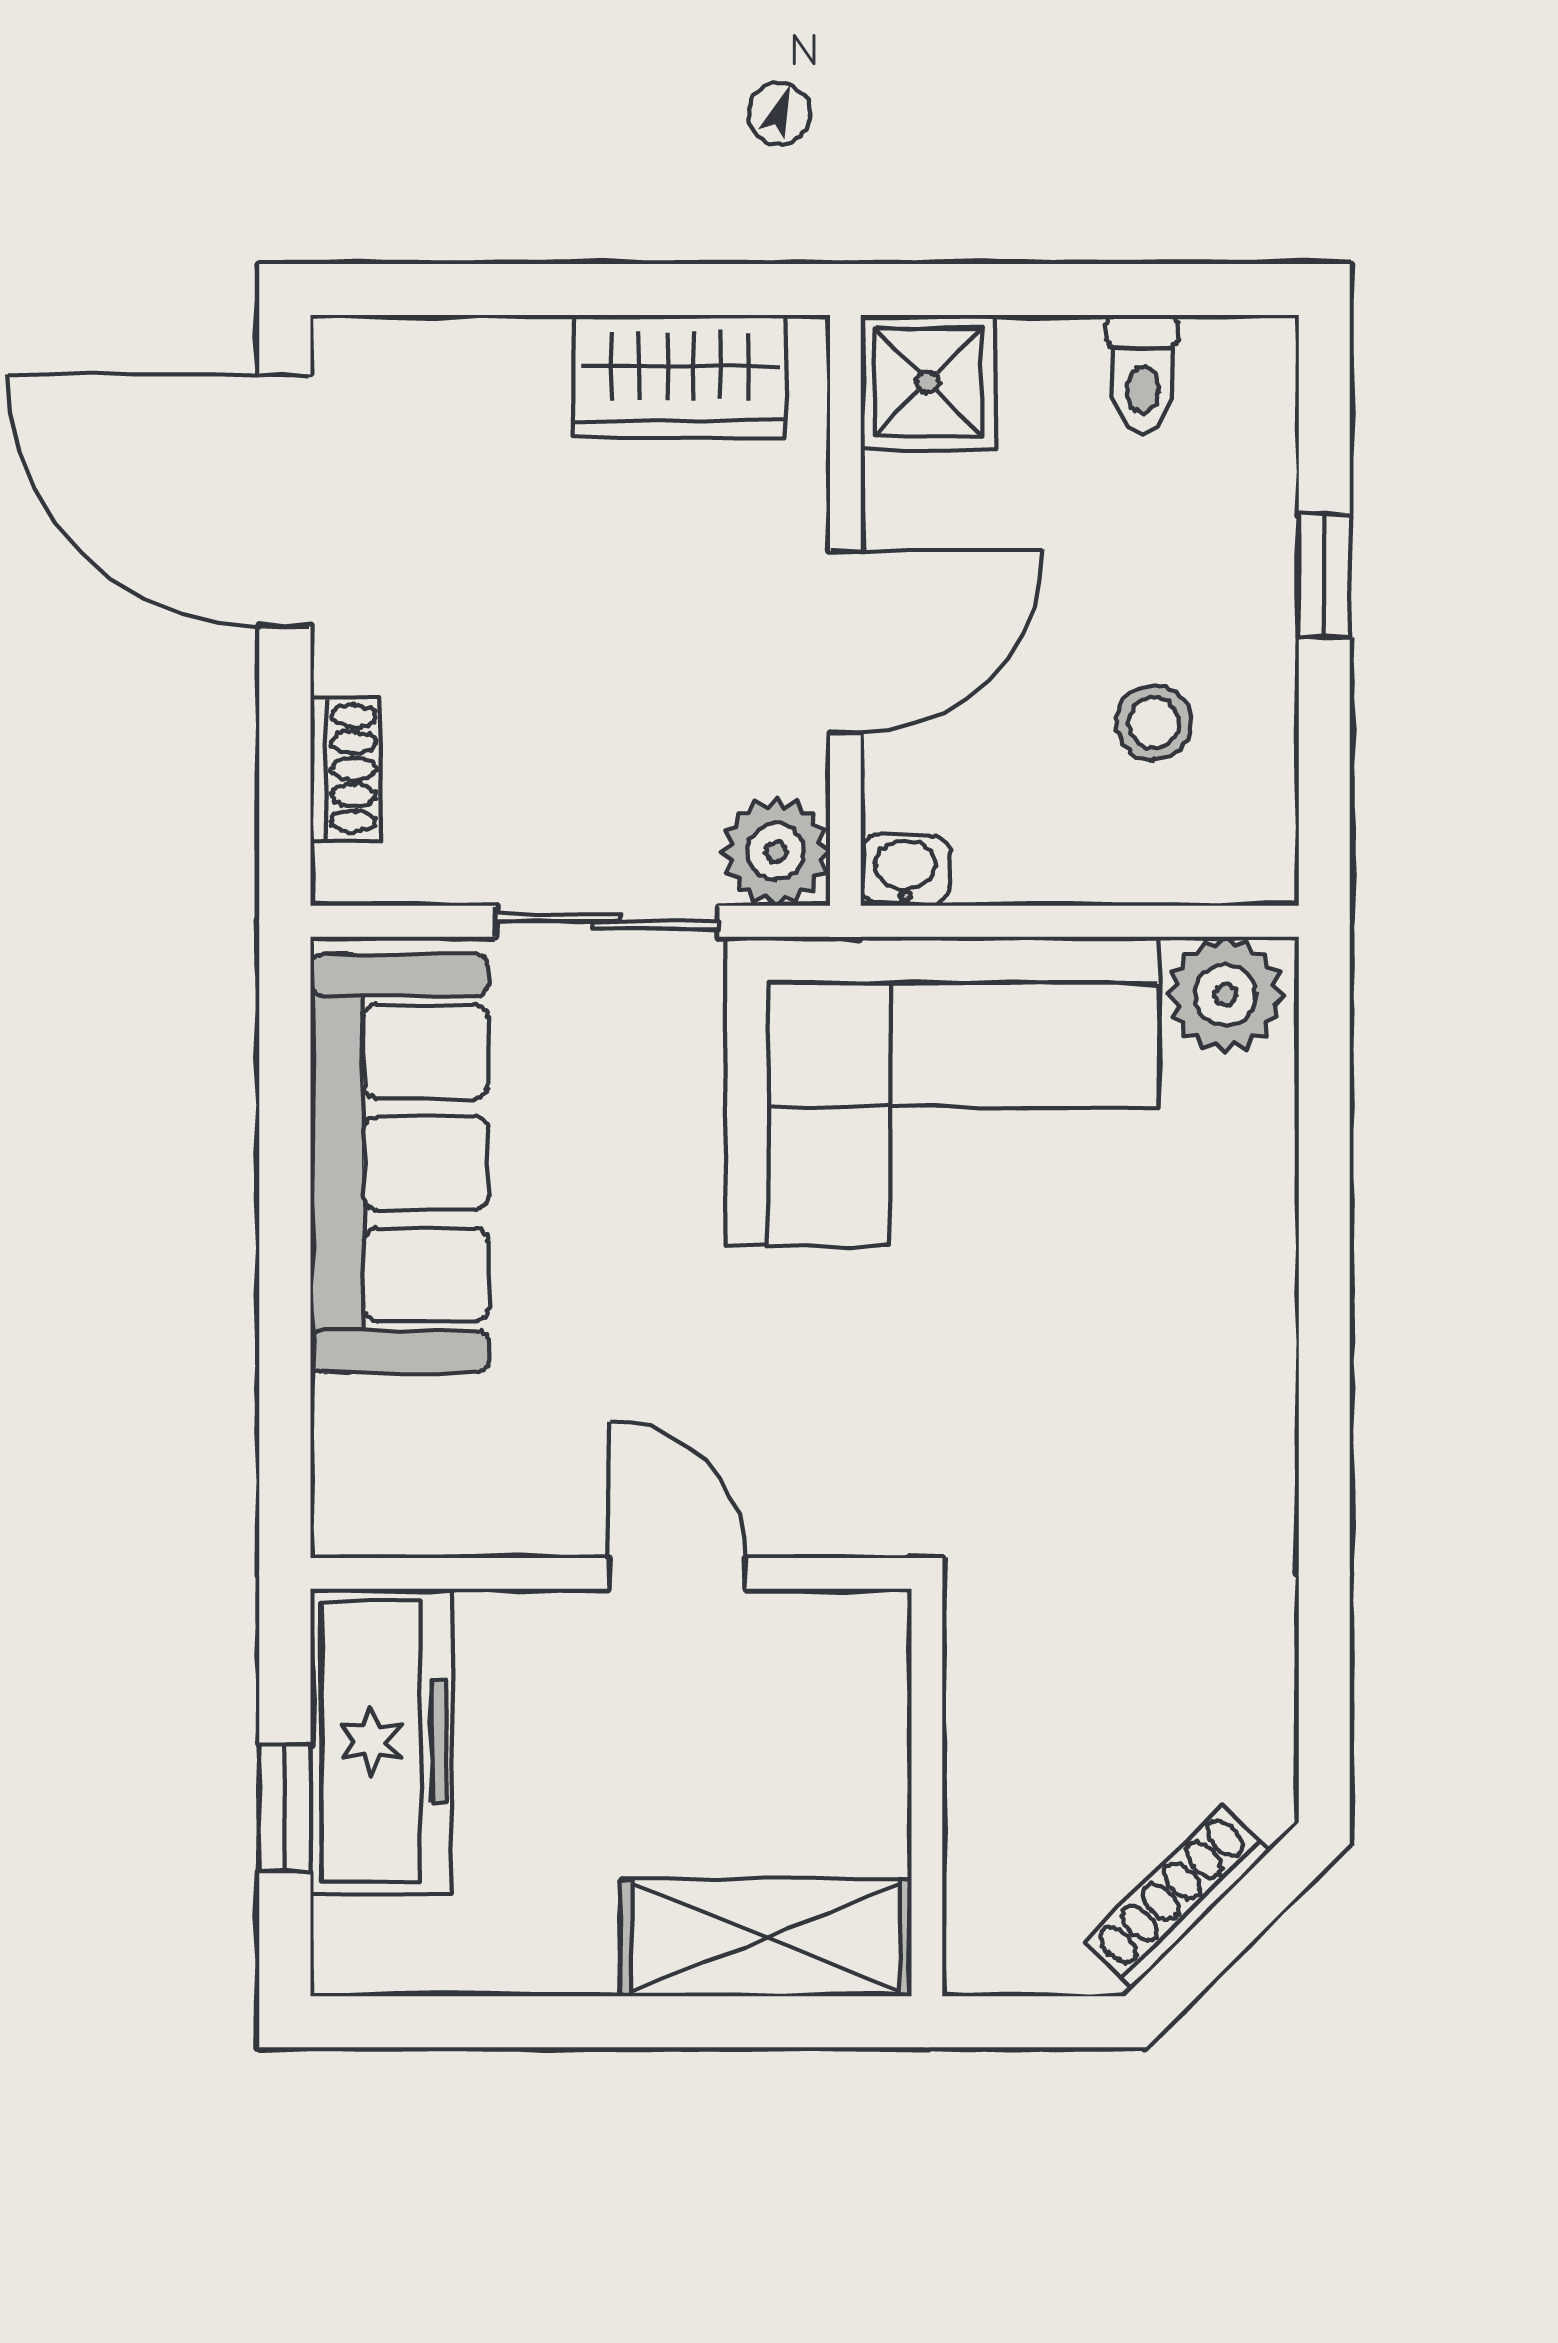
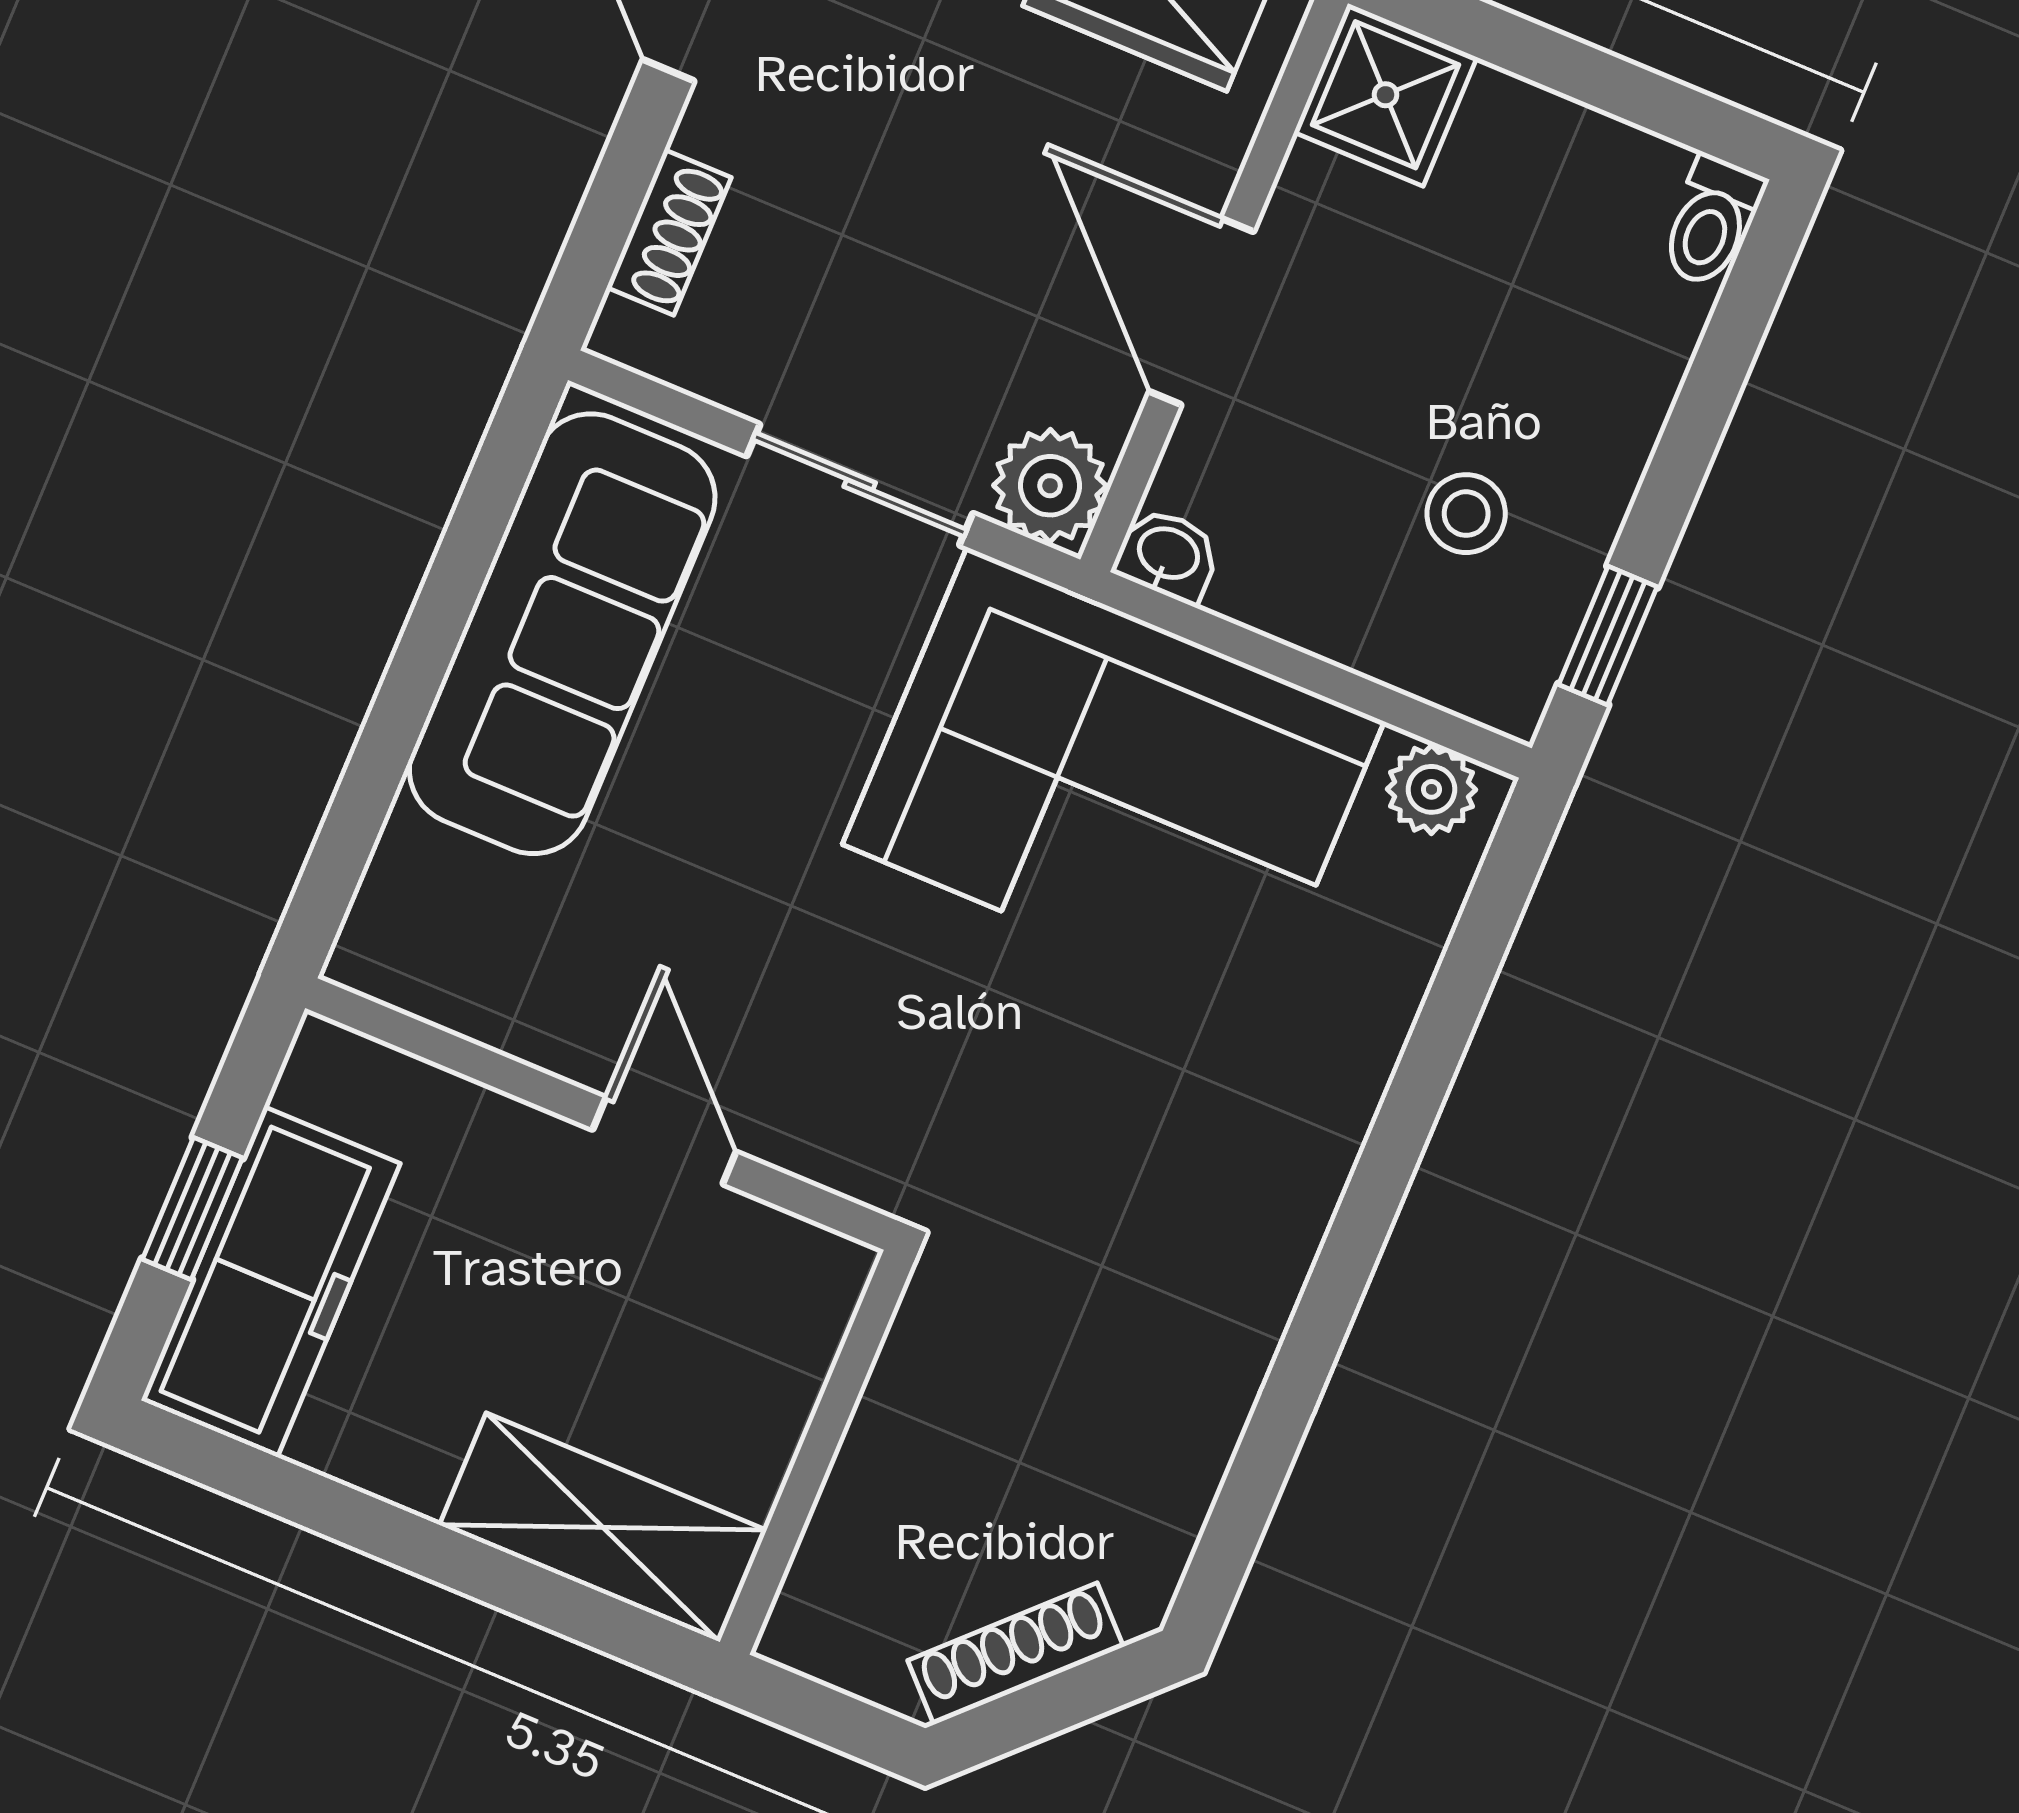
toilet: (1142, 374) -> (1712, 221), moved
window: (1324, 575) -> (1608, 636), moved
door: (845, 642) -> (1202, 312), swing flipped
plant: (1225, 995) -> (1432, 789), width x0.73, depth x0.73
freezer: (381, 1741) -> (271, 1282), moved

